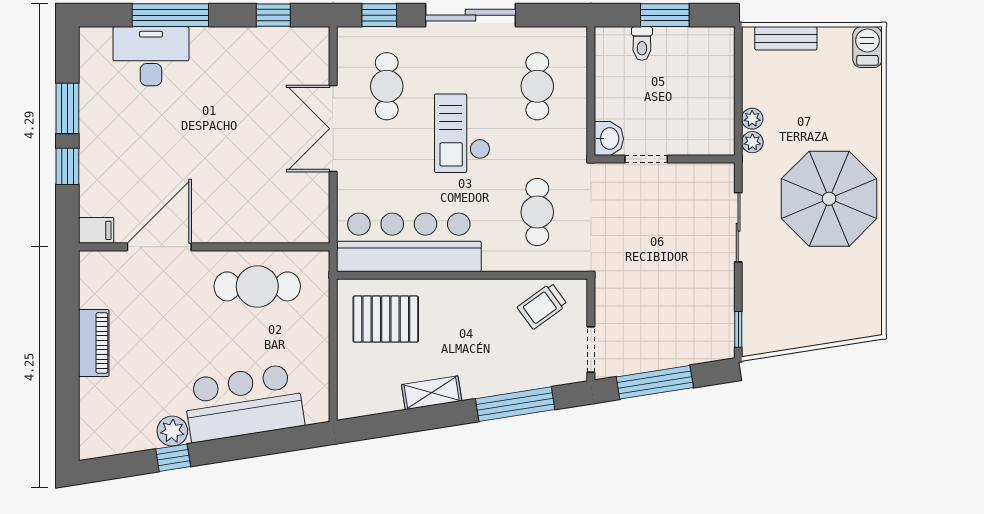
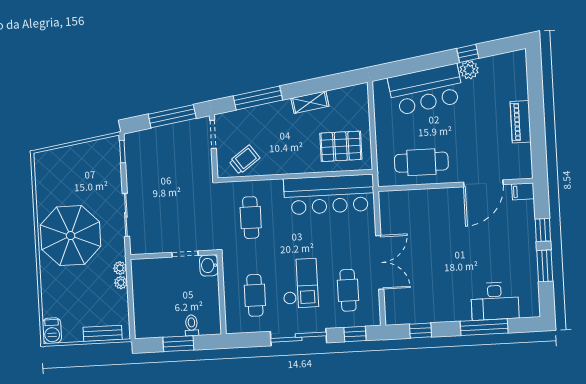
checkout: (462, 133) -> (300, 283), moved

